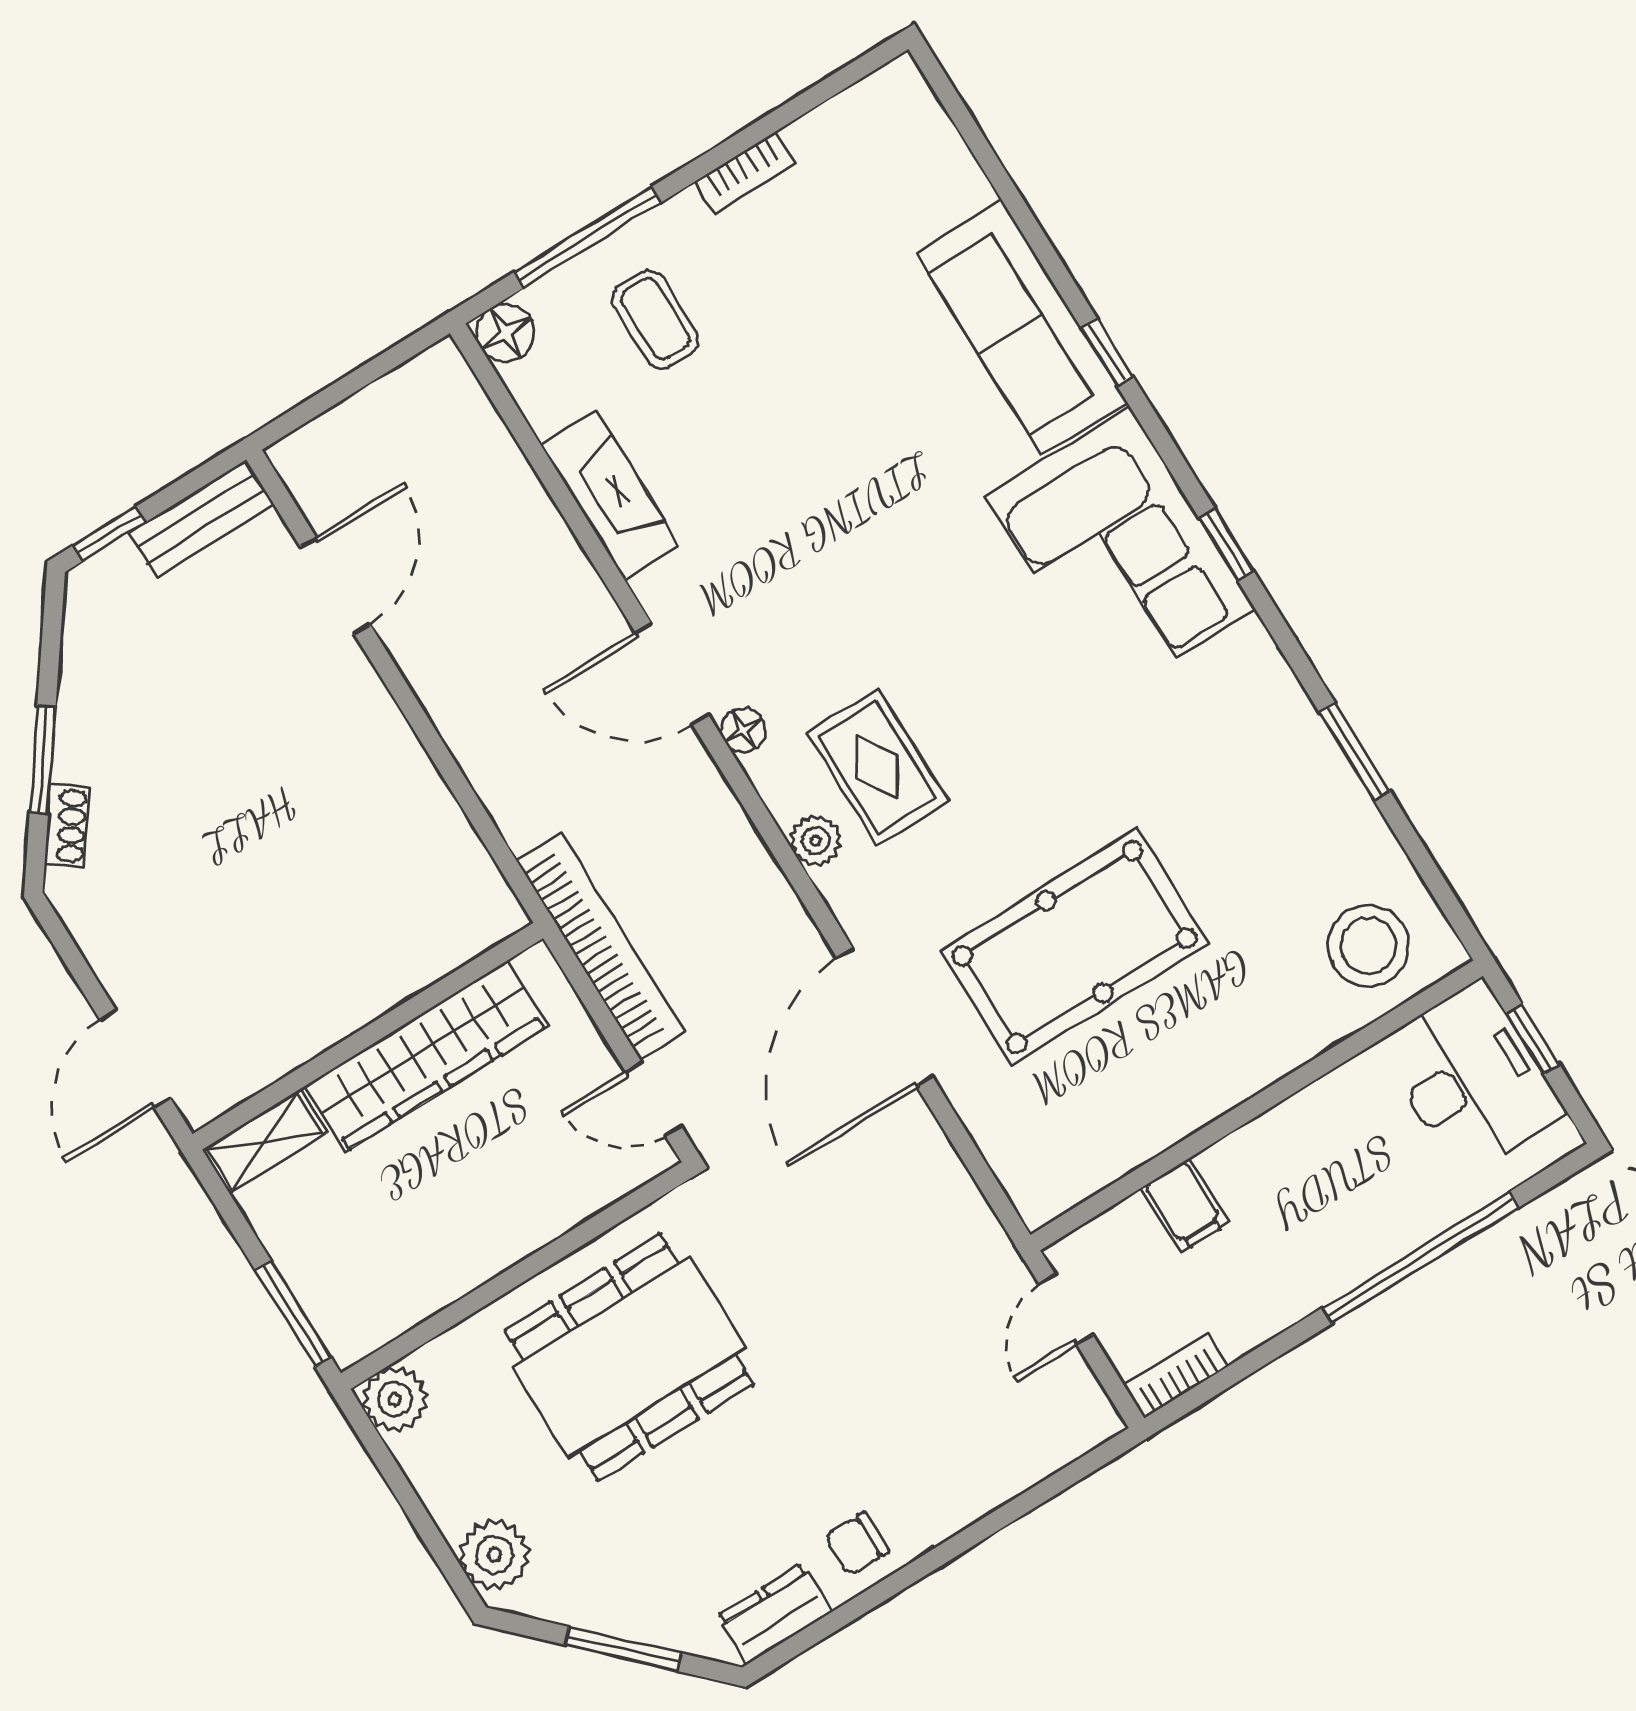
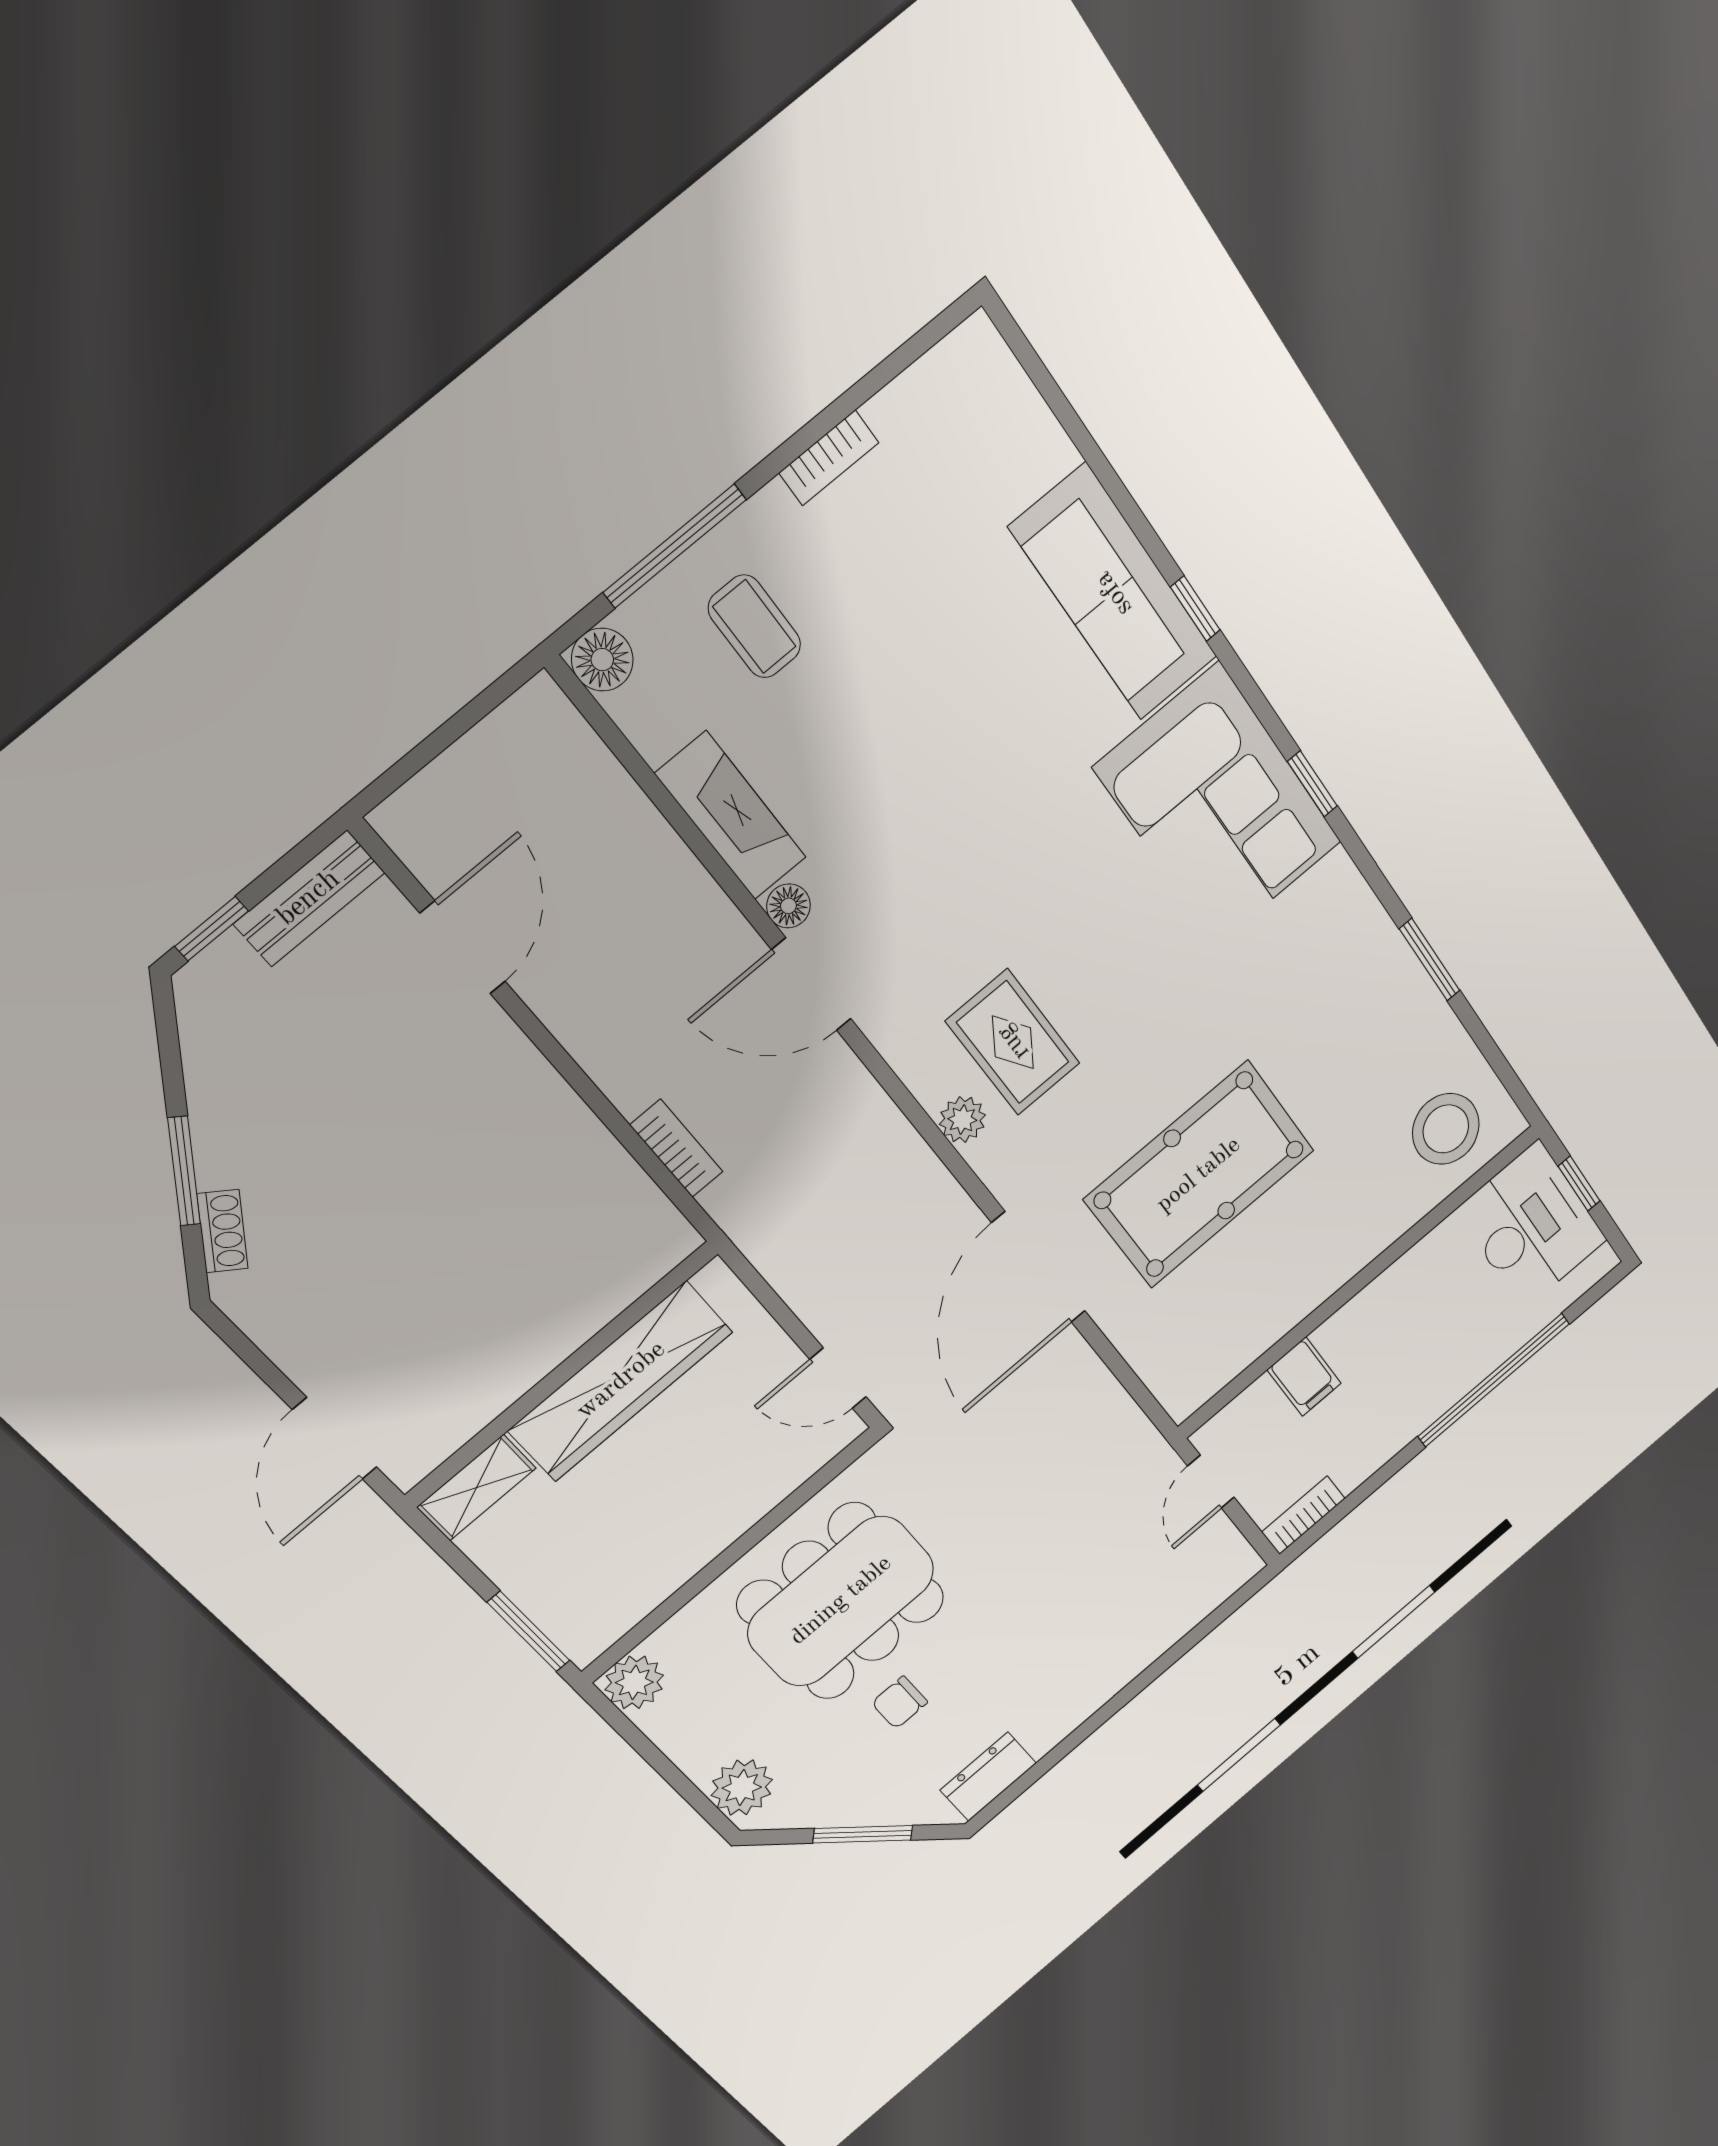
floor lamp: (743, 730) -> (788, 906), moved
bookcase: (601, 946) -> (676, 1148), moved, width x0.43, depth x0.76
chair: (857, 1544) -> (900, 1702), moved

